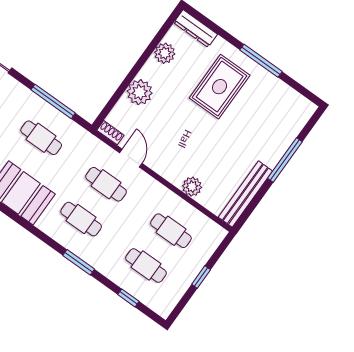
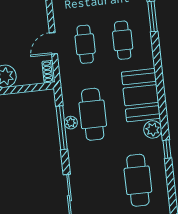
plant: (51, 113) -> (71, 123), added
cafe table: (41, 138) -> (93, 114), width x1.37, depth x1.35

